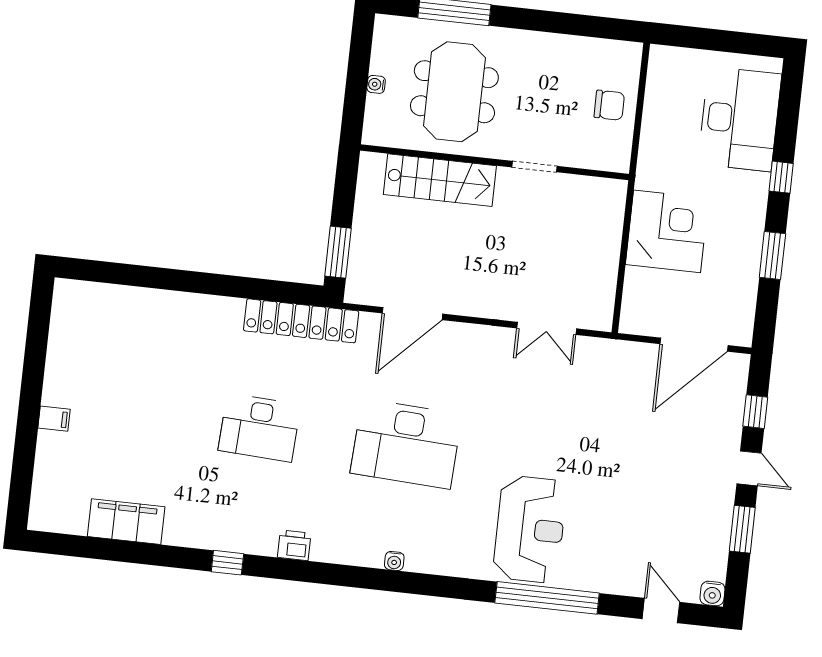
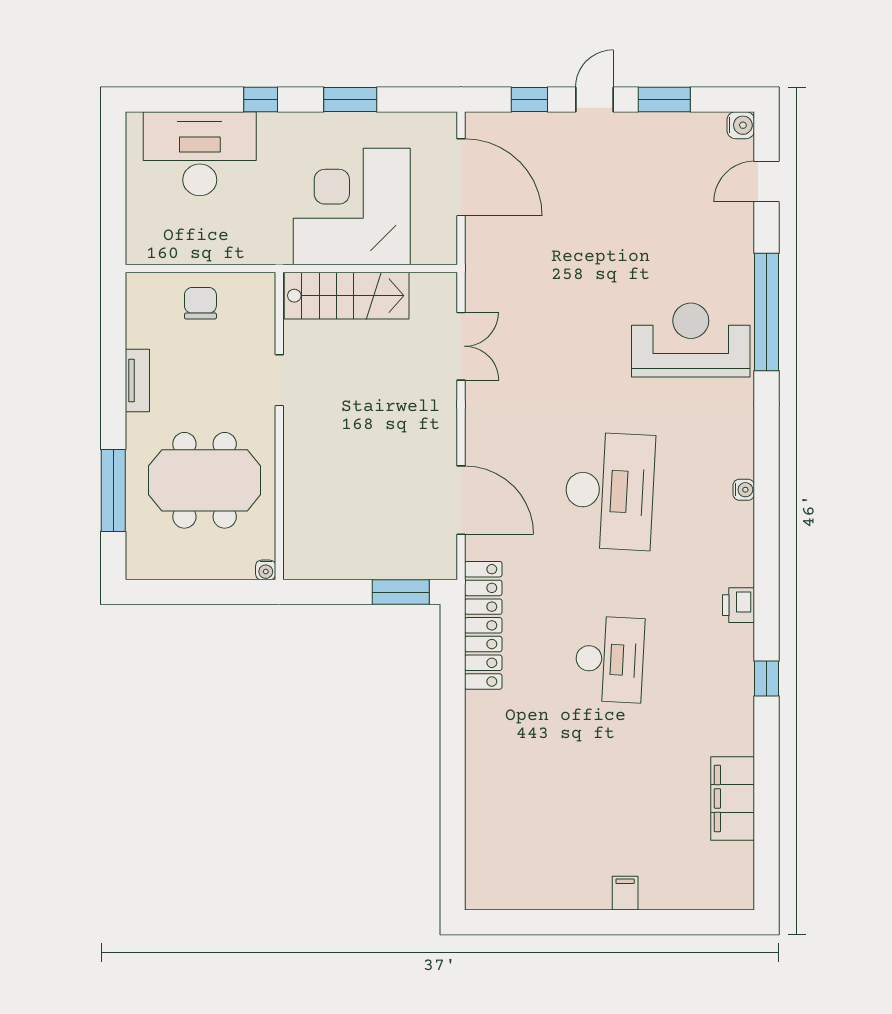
tv unit: (548, 43) -> (137, 381), added
water cooler: (376, 84) -> (266, 570), moved
stairs: (440, 180) -> (347, 296), moved, turned 90
corner desk: (667, 231) -> (352, 207), width x1.36, depth x1.36

